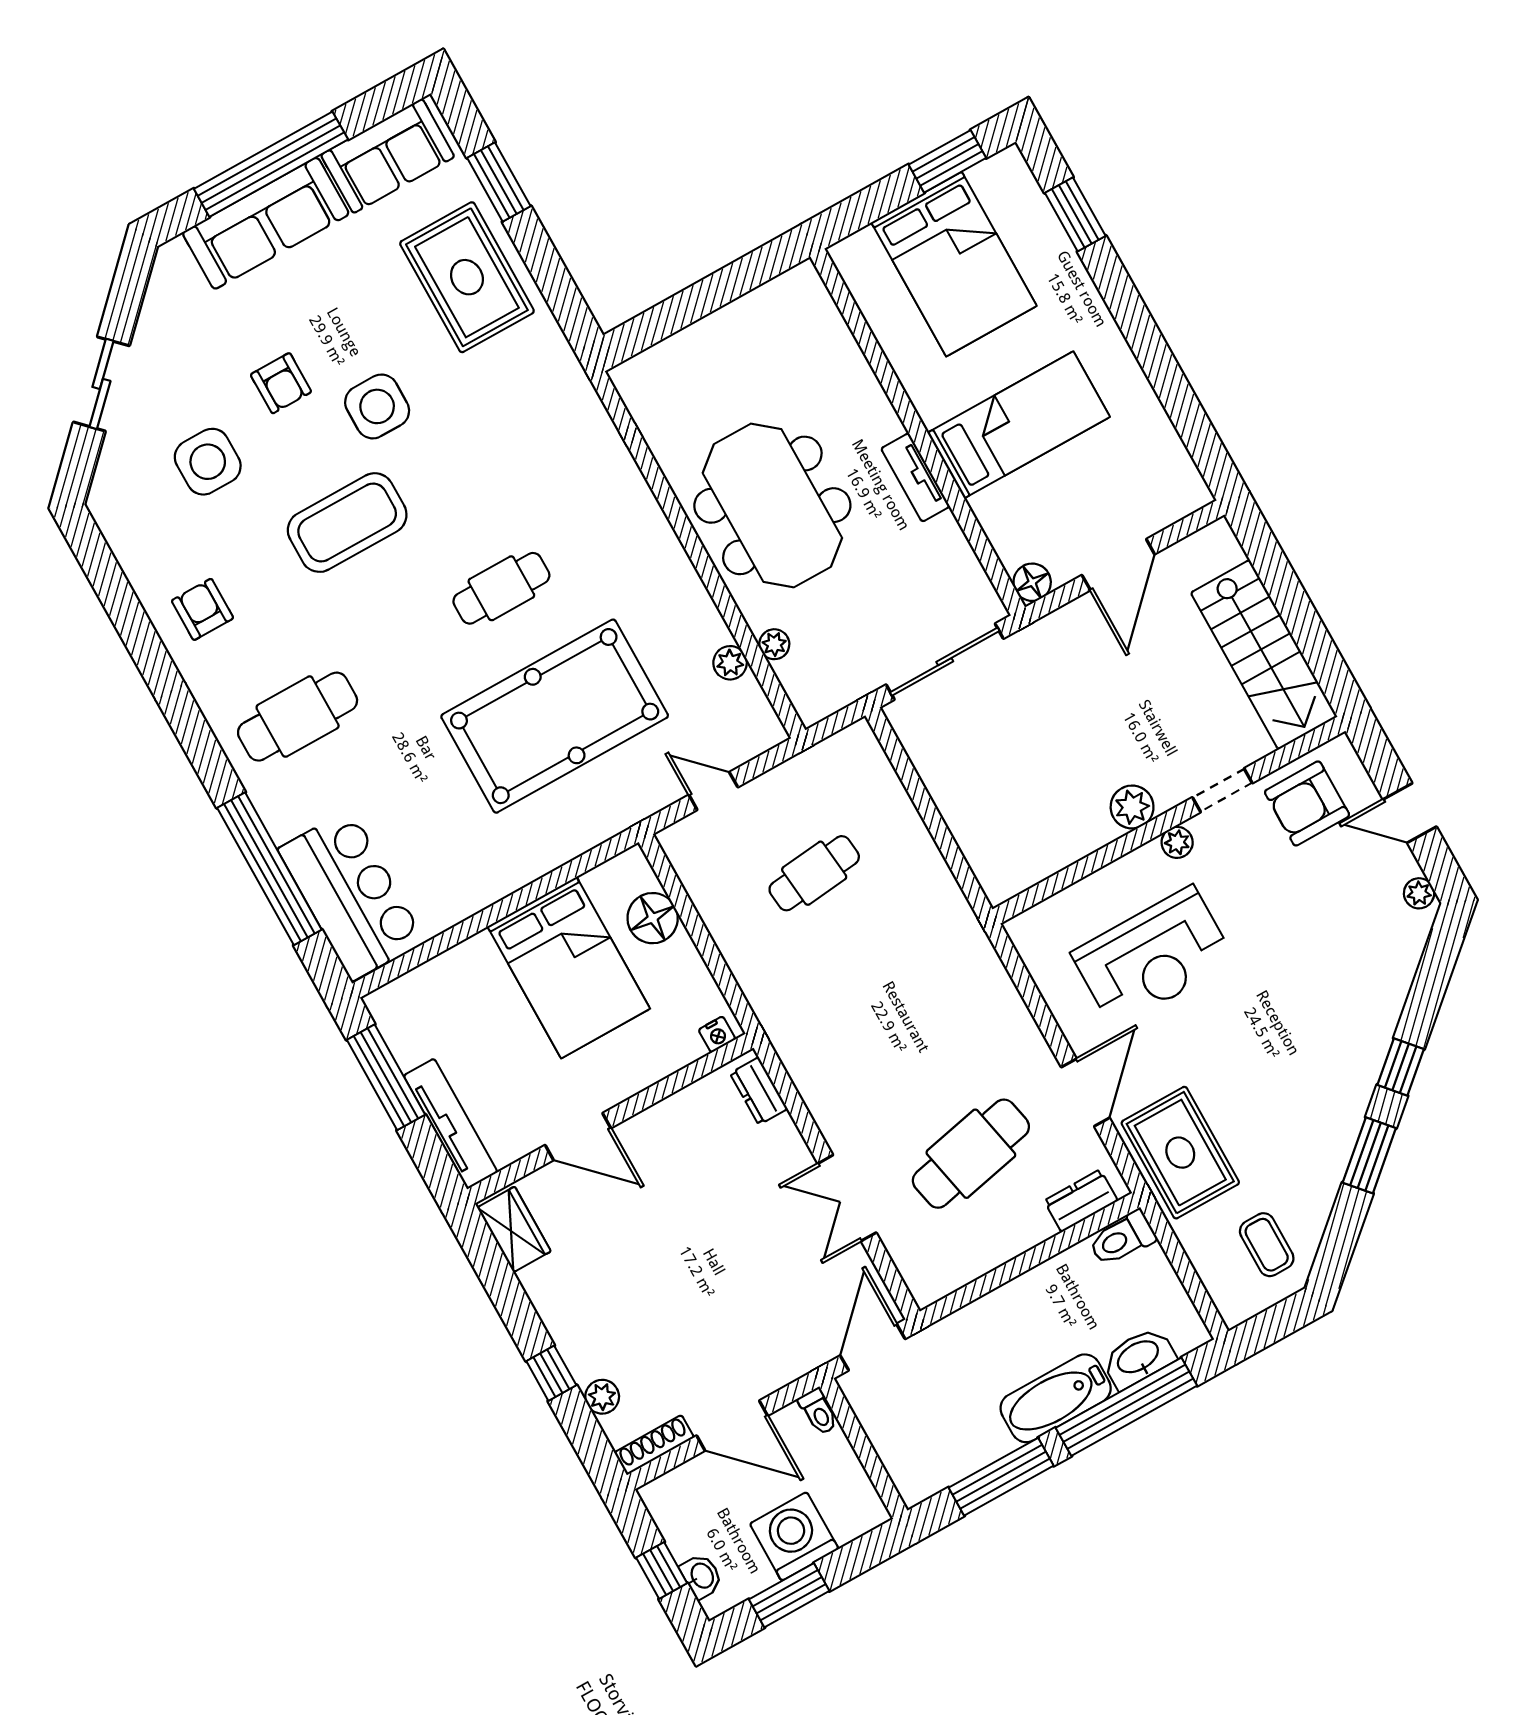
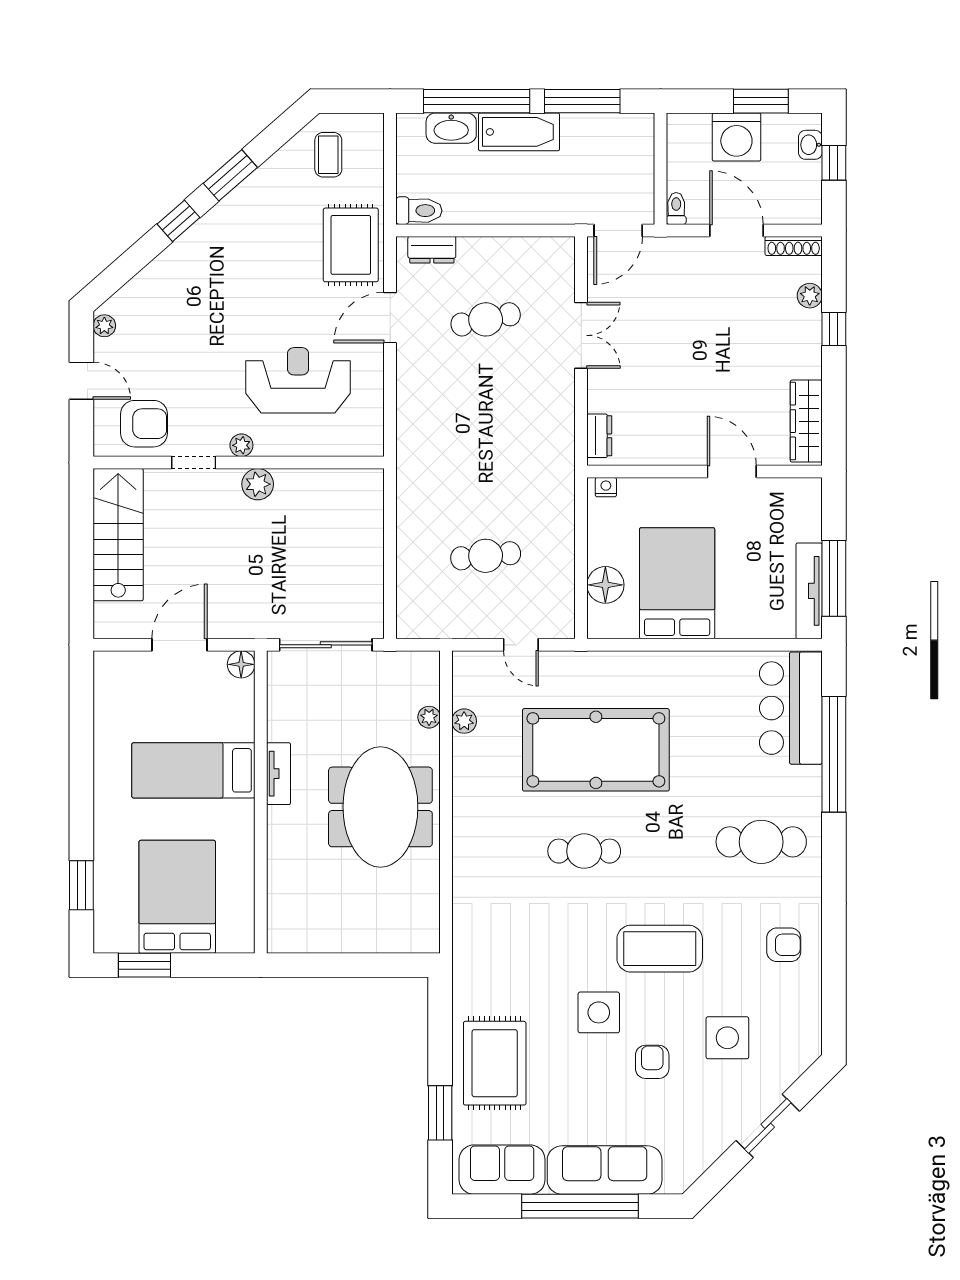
armchair: (202, 609) -> (784, 945), turned -90
tv unit: (451, 1124) -> (809, 591), moved
cafe table: (971, 1154) -> (486, 319), width x0.73, depth x0.74
wardrobe: (514, 1229) -> (806, 421), width x1.50

